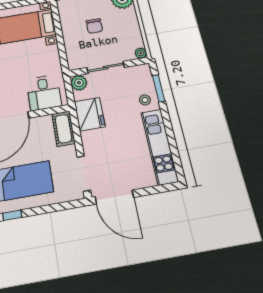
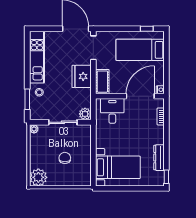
fridge: (90, 114) -> (82, 76), moved

